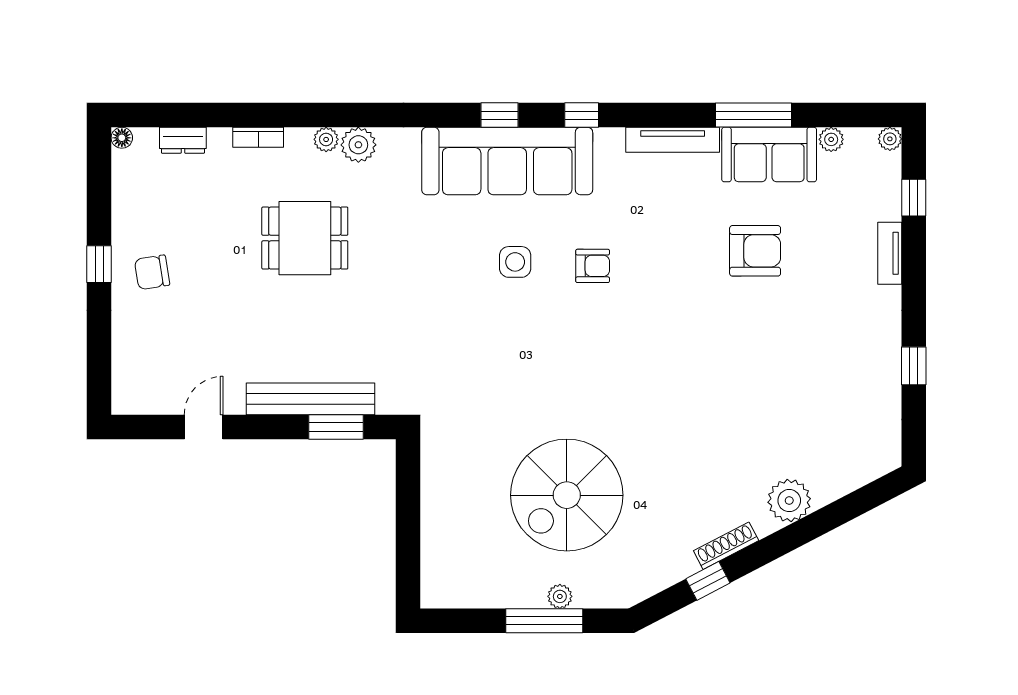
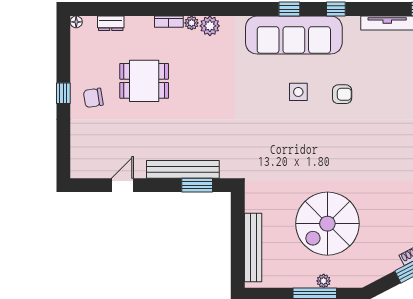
bookcase: (258, 137) -> (169, 22), moved
dining table: (305, 238) -> (144, 81), moved
bench: (435, 537) -> (253, 247), added

